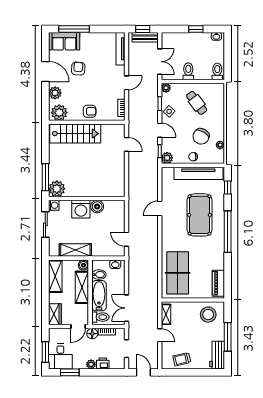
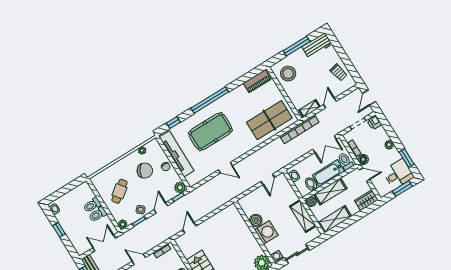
toilet: (217, 71) -> (92, 205), moved
bookcase: (153, 294) -> (299, 129), added
printer: (103, 363) -> (374, 122), moved

